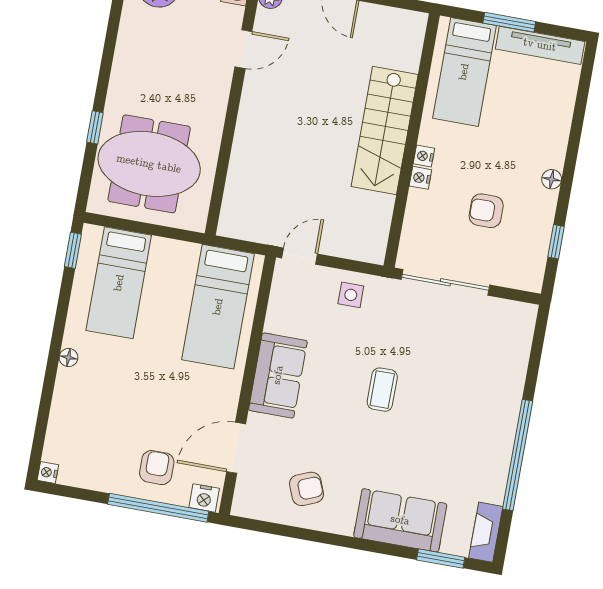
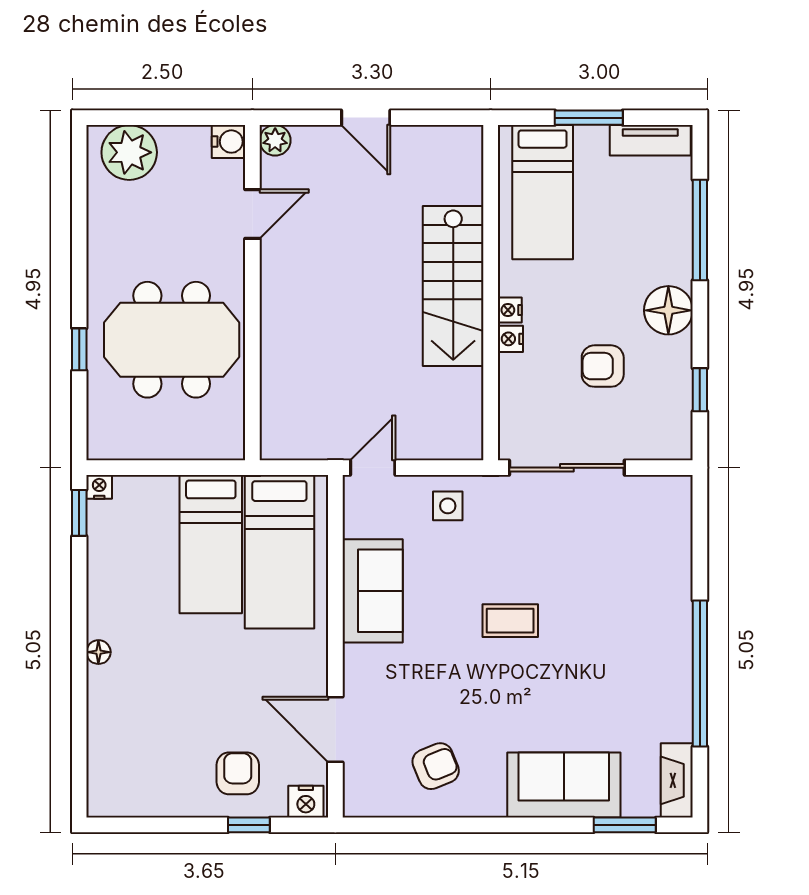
tv unit: (540, 45) -> (650, 140), width x0.71
window: (578, 122) -> (700, 230), added
meeting table: (149, 164) -> (172, 340), moved
floor lamp: (552, 179) -> (668, 310), width x1.89, depth x1.89
bed: (119, 283) -> (211, 544), moved
sofa: (278, 375) -> (373, 591), moved
coffee table: (382, 390) -> (510, 621), turned 90
door: (236, 448) -> (335, 730), hinge flipped
nightstand: (48, 472) -> (99, 487), moved, turned 90
window: (158, 508) -> (249, 825), width x0.32

